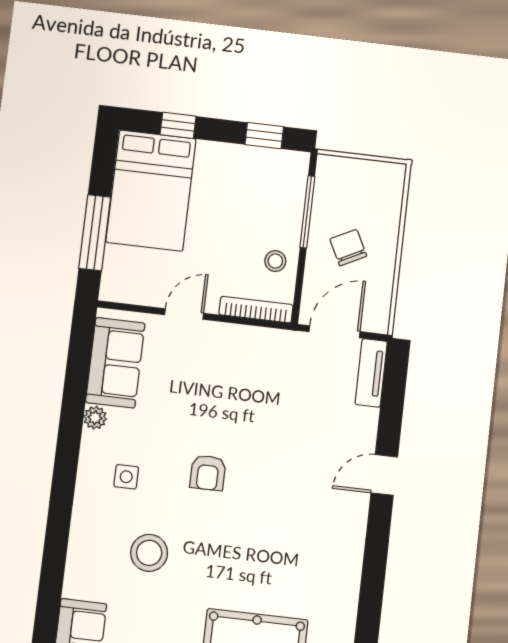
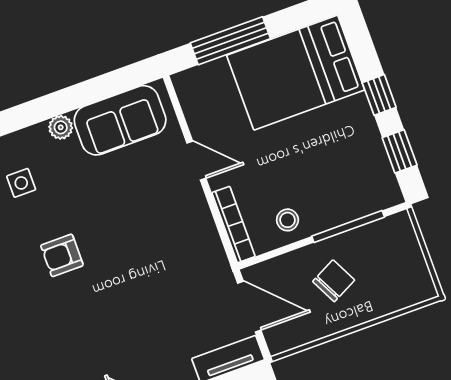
window: (178, 125) -> (379, 95), moved

